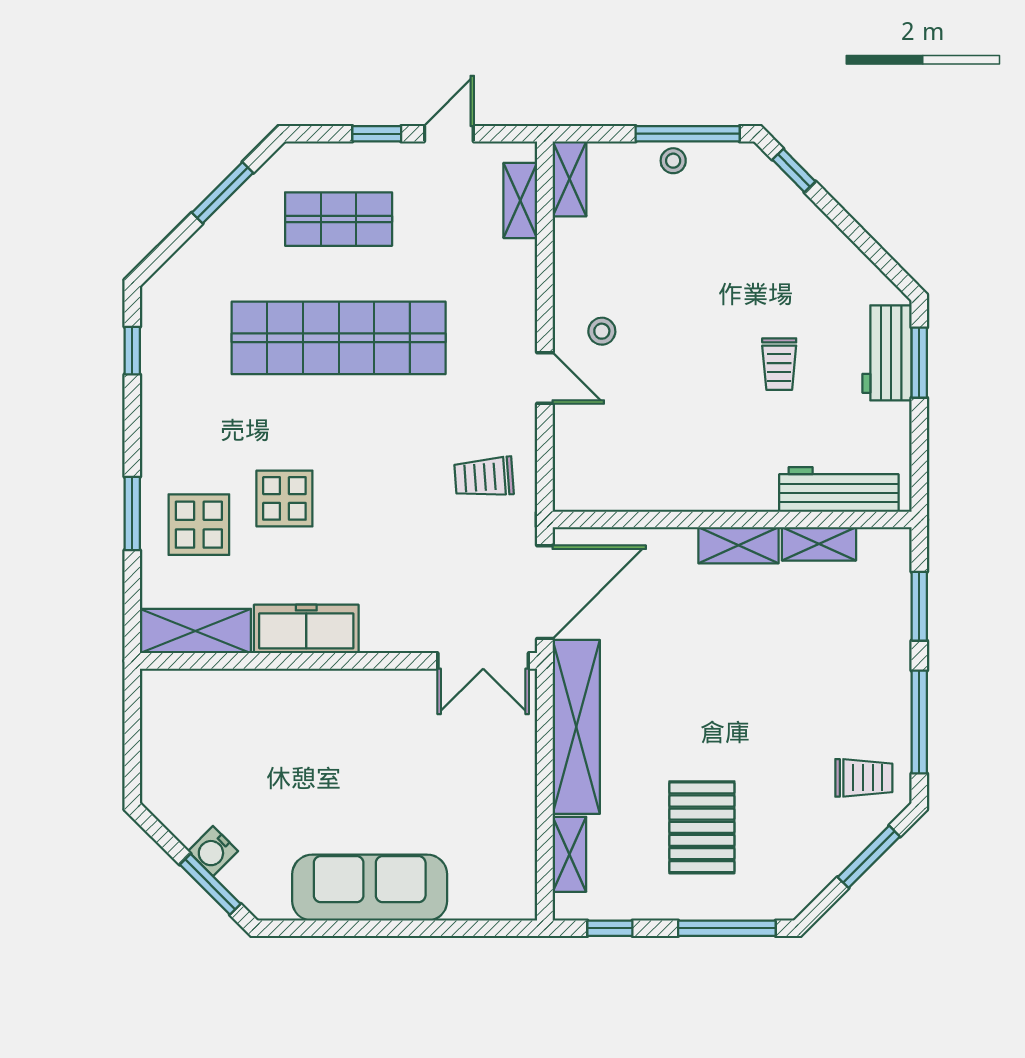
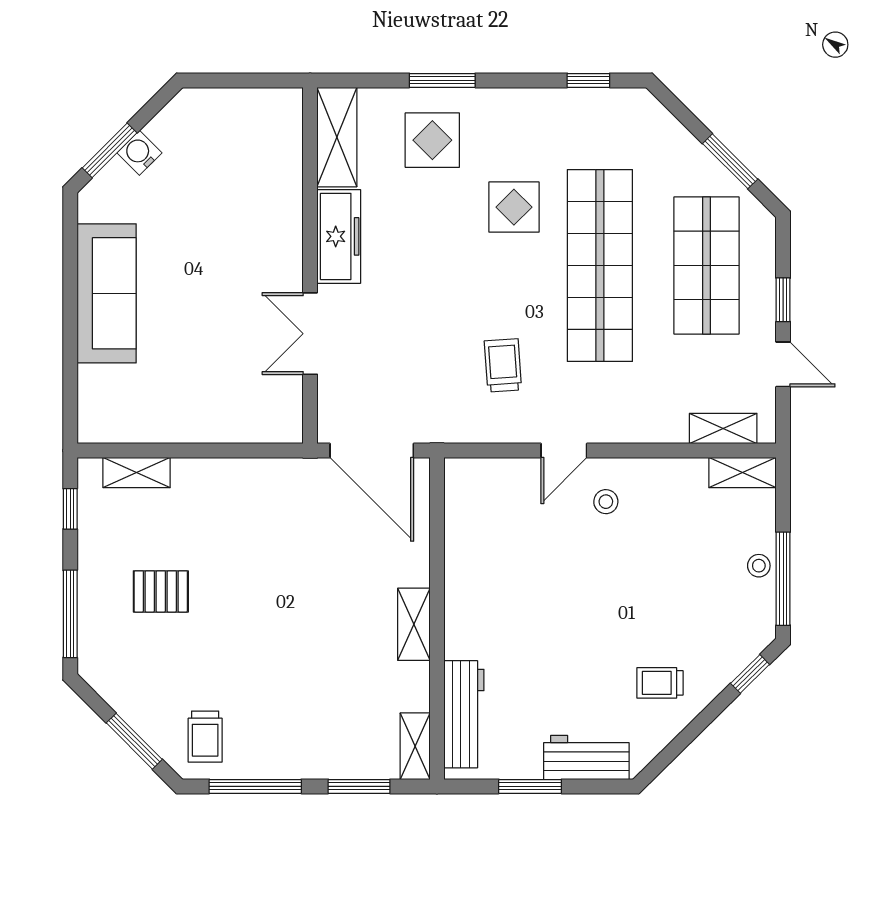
shop shelf: (339, 219) -> (706, 265), width x1.43, depth x1.36
window: (919, 363) -> (530, 786), moved
trolley: (779, 364) -> (660, 683), moved
trolley: (484, 477) -> (503, 365), moved
display table: (284, 498) -> (514, 207), moved
shelving: (819, 544) -> (415, 746), moved
double door: (483, 661) -> (310, 334), moved
shelving: (576, 727) -> (251, 479), removed
pallet: (702, 827) -> (161, 591), width x0.67, depth x0.71

